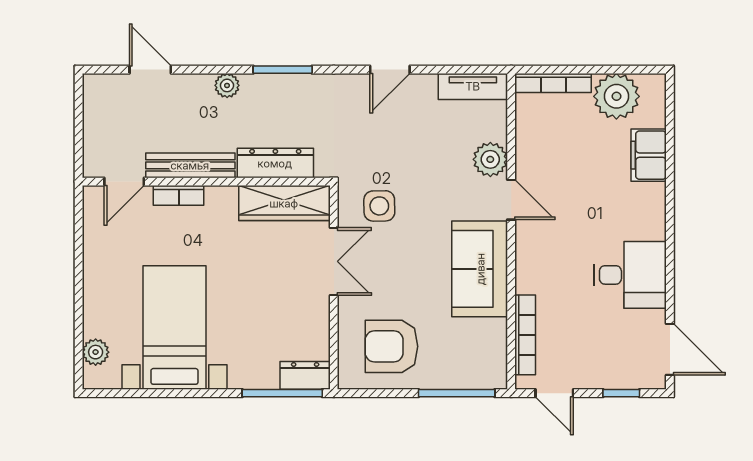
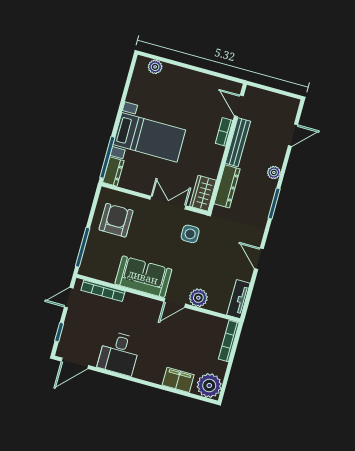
plant: (616, 96) -> (209, 385), moved
wardrobe: (284, 203) -> (203, 193), width x0.67
double door: (334, 261) -> (168, 203), swing flipped
bed with nightstands: (174, 328) -> (149, 137), moved

